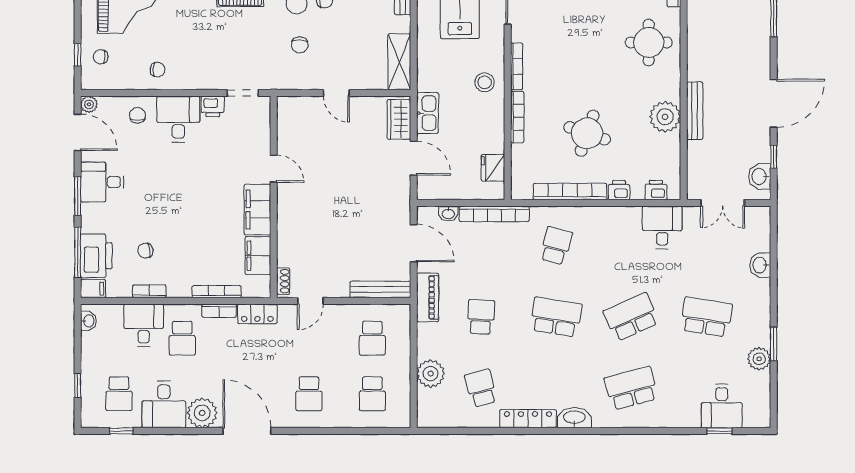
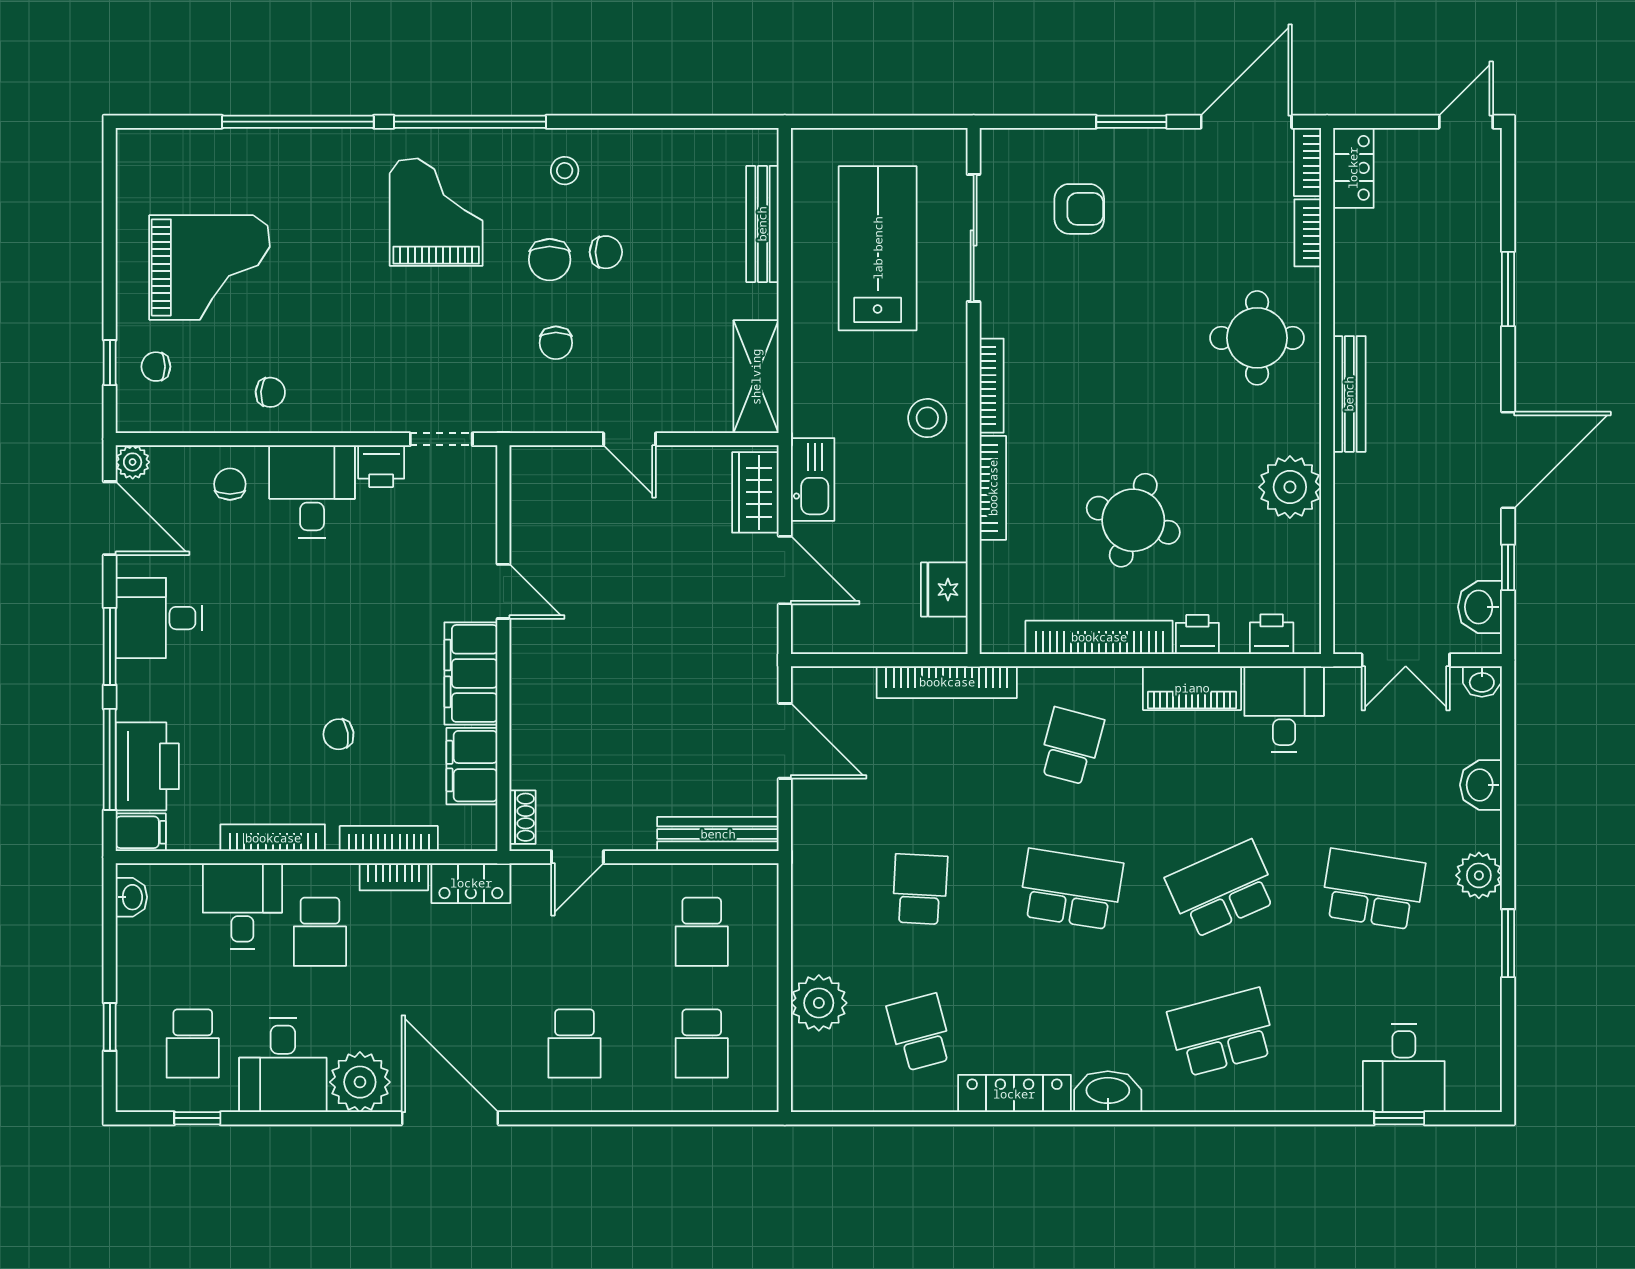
bench: (695, 111) -> (1349, 394), moved
washbasin: (448, 214) -> (1482, 682), moved
chair: (145, 251) -> (338, 734), moved
bookcase: (149, 291) -> (273, 838), width x1.56
piano: (428, 297) -> (1192, 688), moved, turned 90
plant: (759, 359) -> (1479, 875), moved

